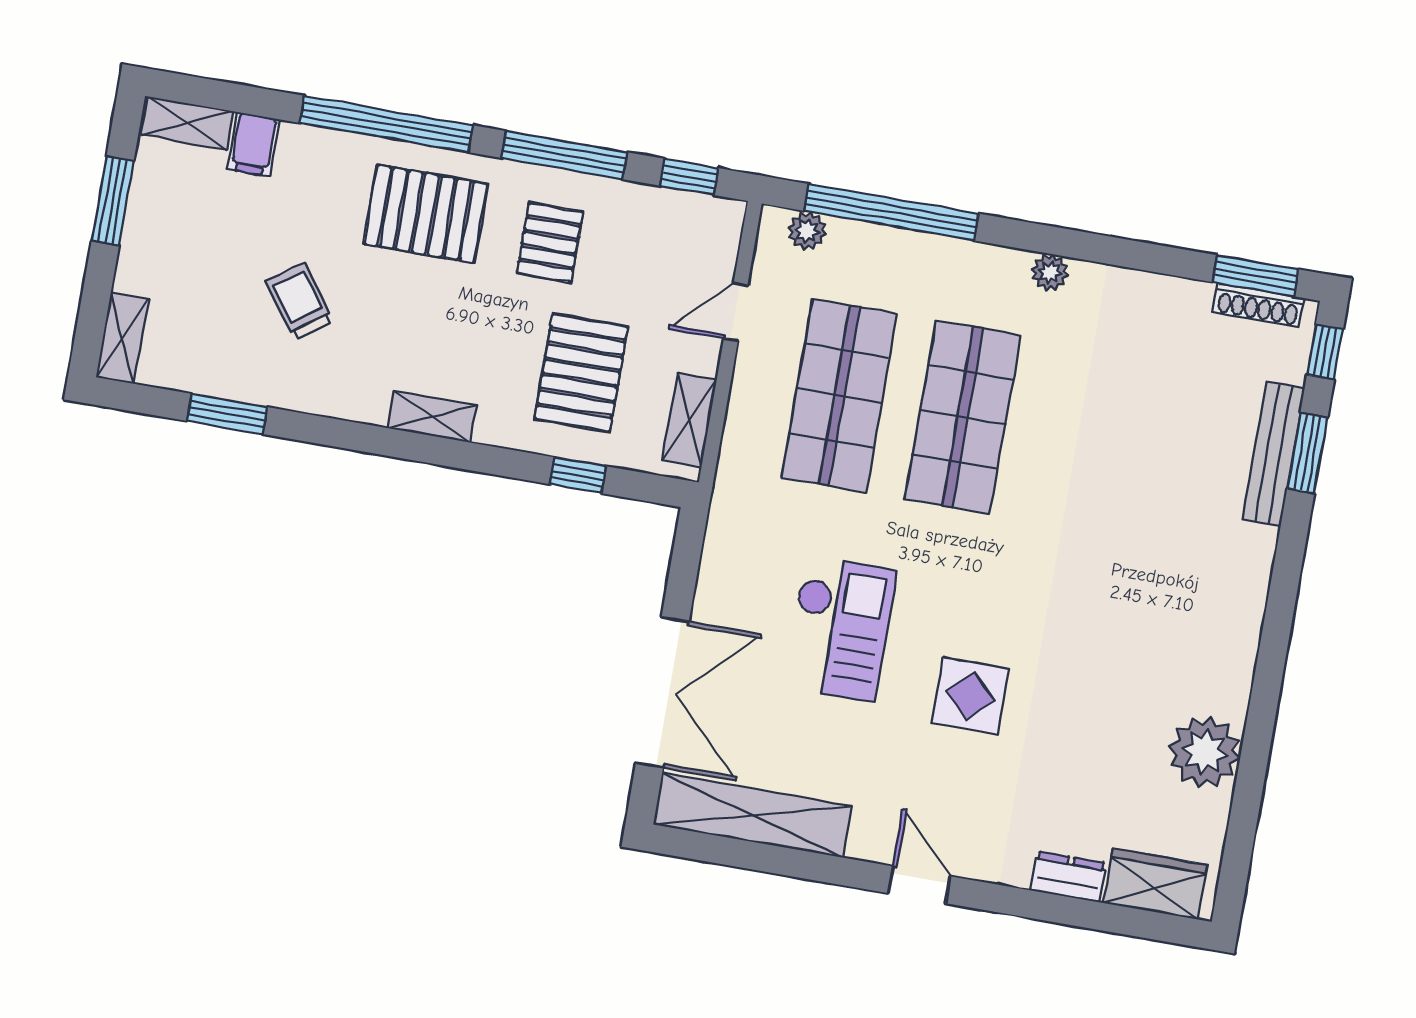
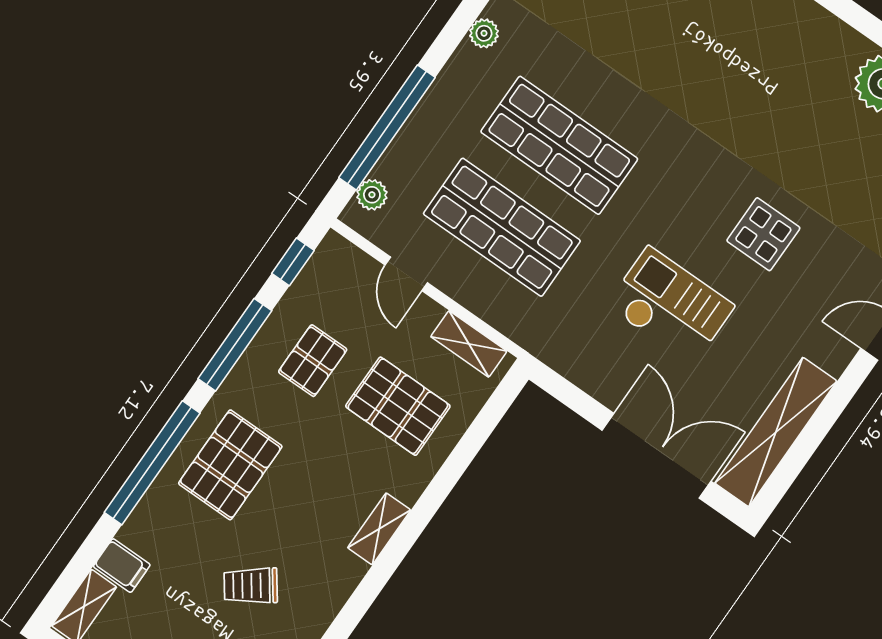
pallet: (550, 243) -> (313, 361), moved, turned 90
window: (578, 475) -> (471, 443), removed

